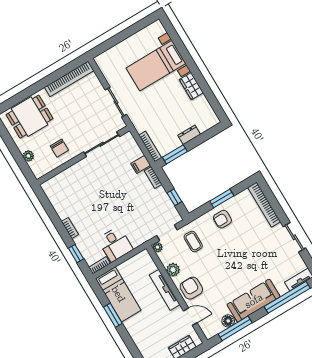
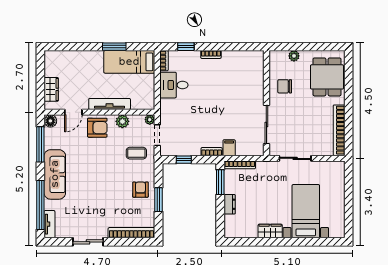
floor lamp: (228, 321) -> (50, 121), moved

